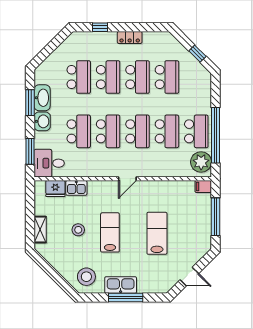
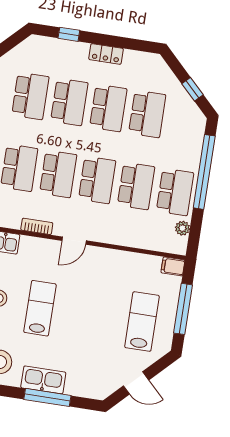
window: (216, 135) -> (204, 172), moved
plant: (201, 162) -> (182, 228), width x0.53, depth x0.53
bookcase: (98, 172) -> (37, 226), added
lab bench: (157, 233) -> (142, 321), moved

